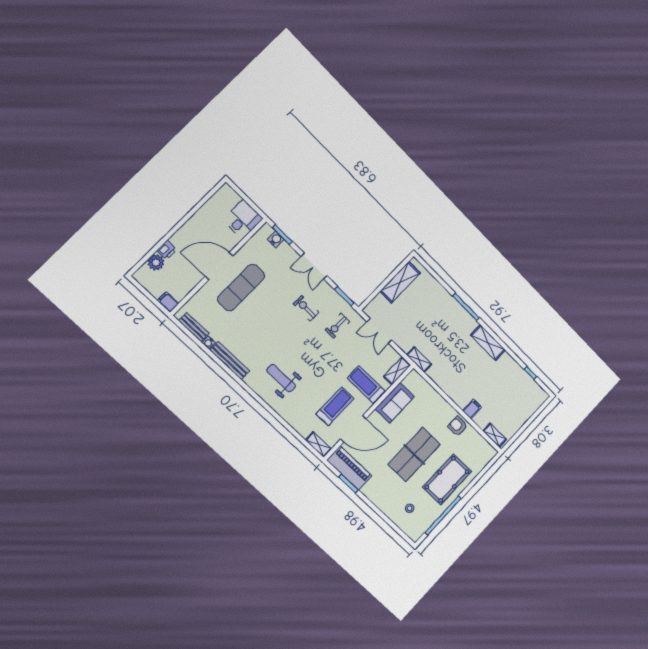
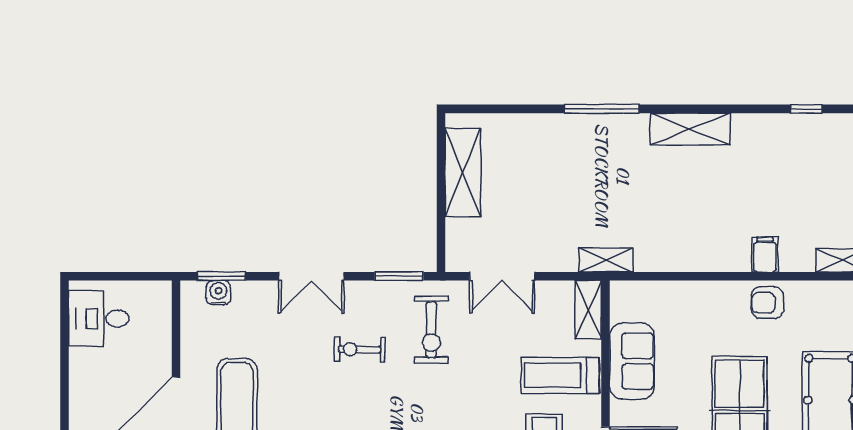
desk: (243, 219) -> (99, 318), moved, turned -90
exercise bike: (337, 326) -> (431, 330), width x1.38, depth x1.39

